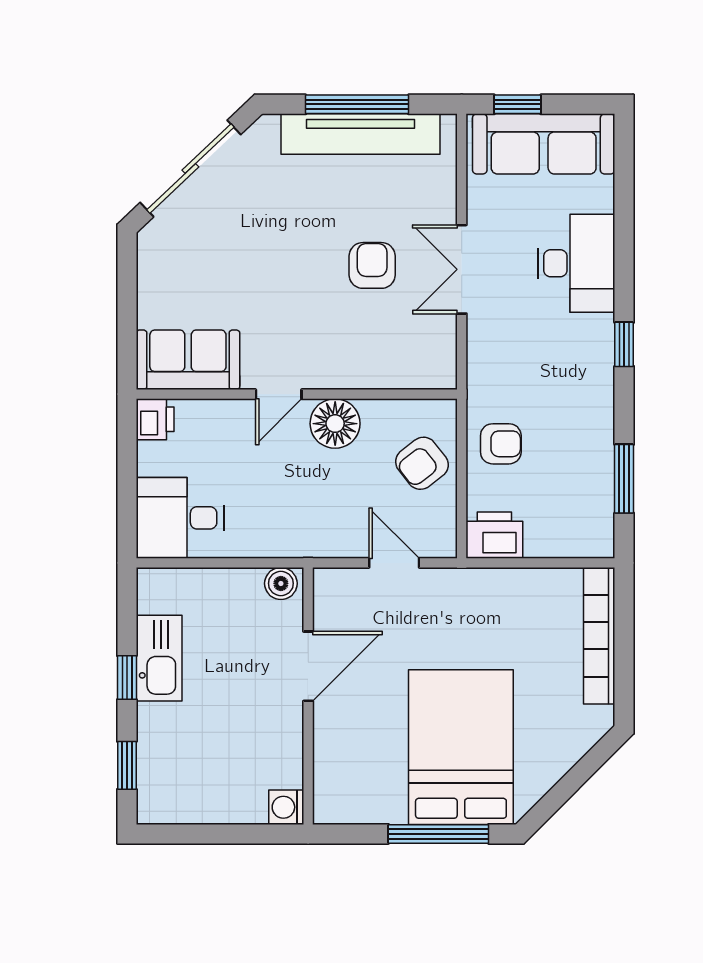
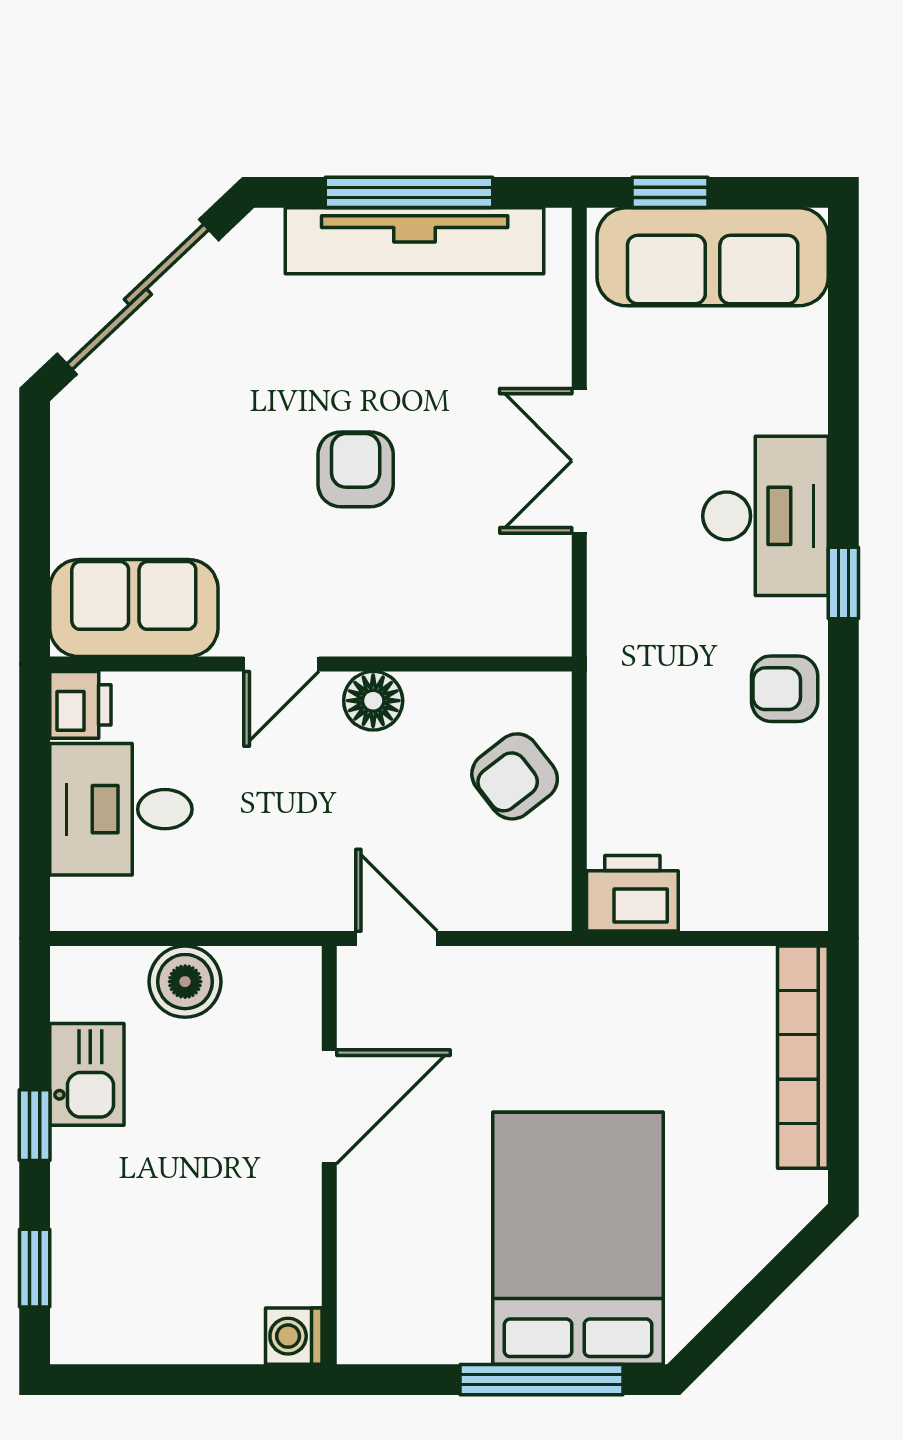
desk: (576, 263) -> (766, 516), moved
armchair: (372, 265) -> (356, 469), moved
floor lamp: (335, 424) -> (373, 701), width x0.73, depth x0.73
armchair: (501, 444) -> (785, 689), moved, turned 180
window: (624, 479) -> (843, 802), removed
desk: (180, 518) -> (121, 809), moved
door: (394, 563) -> (397, 938), moved
boiler: (281, 583) -> (185, 982), moved, width x1.36, depth x1.36
kitchen sink: (159, 658) -> (87, 1074), width x0.73

